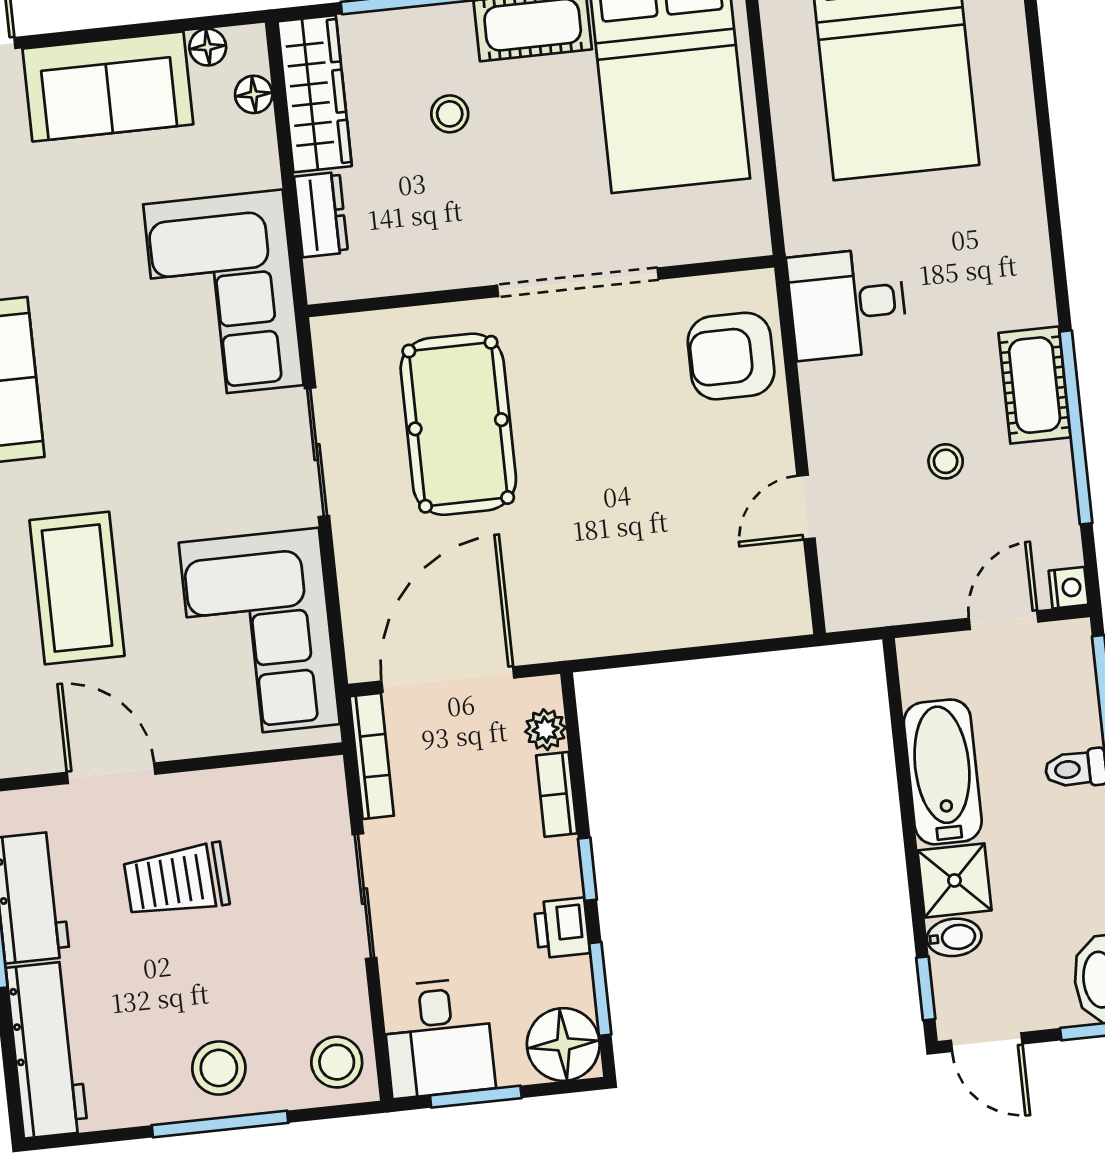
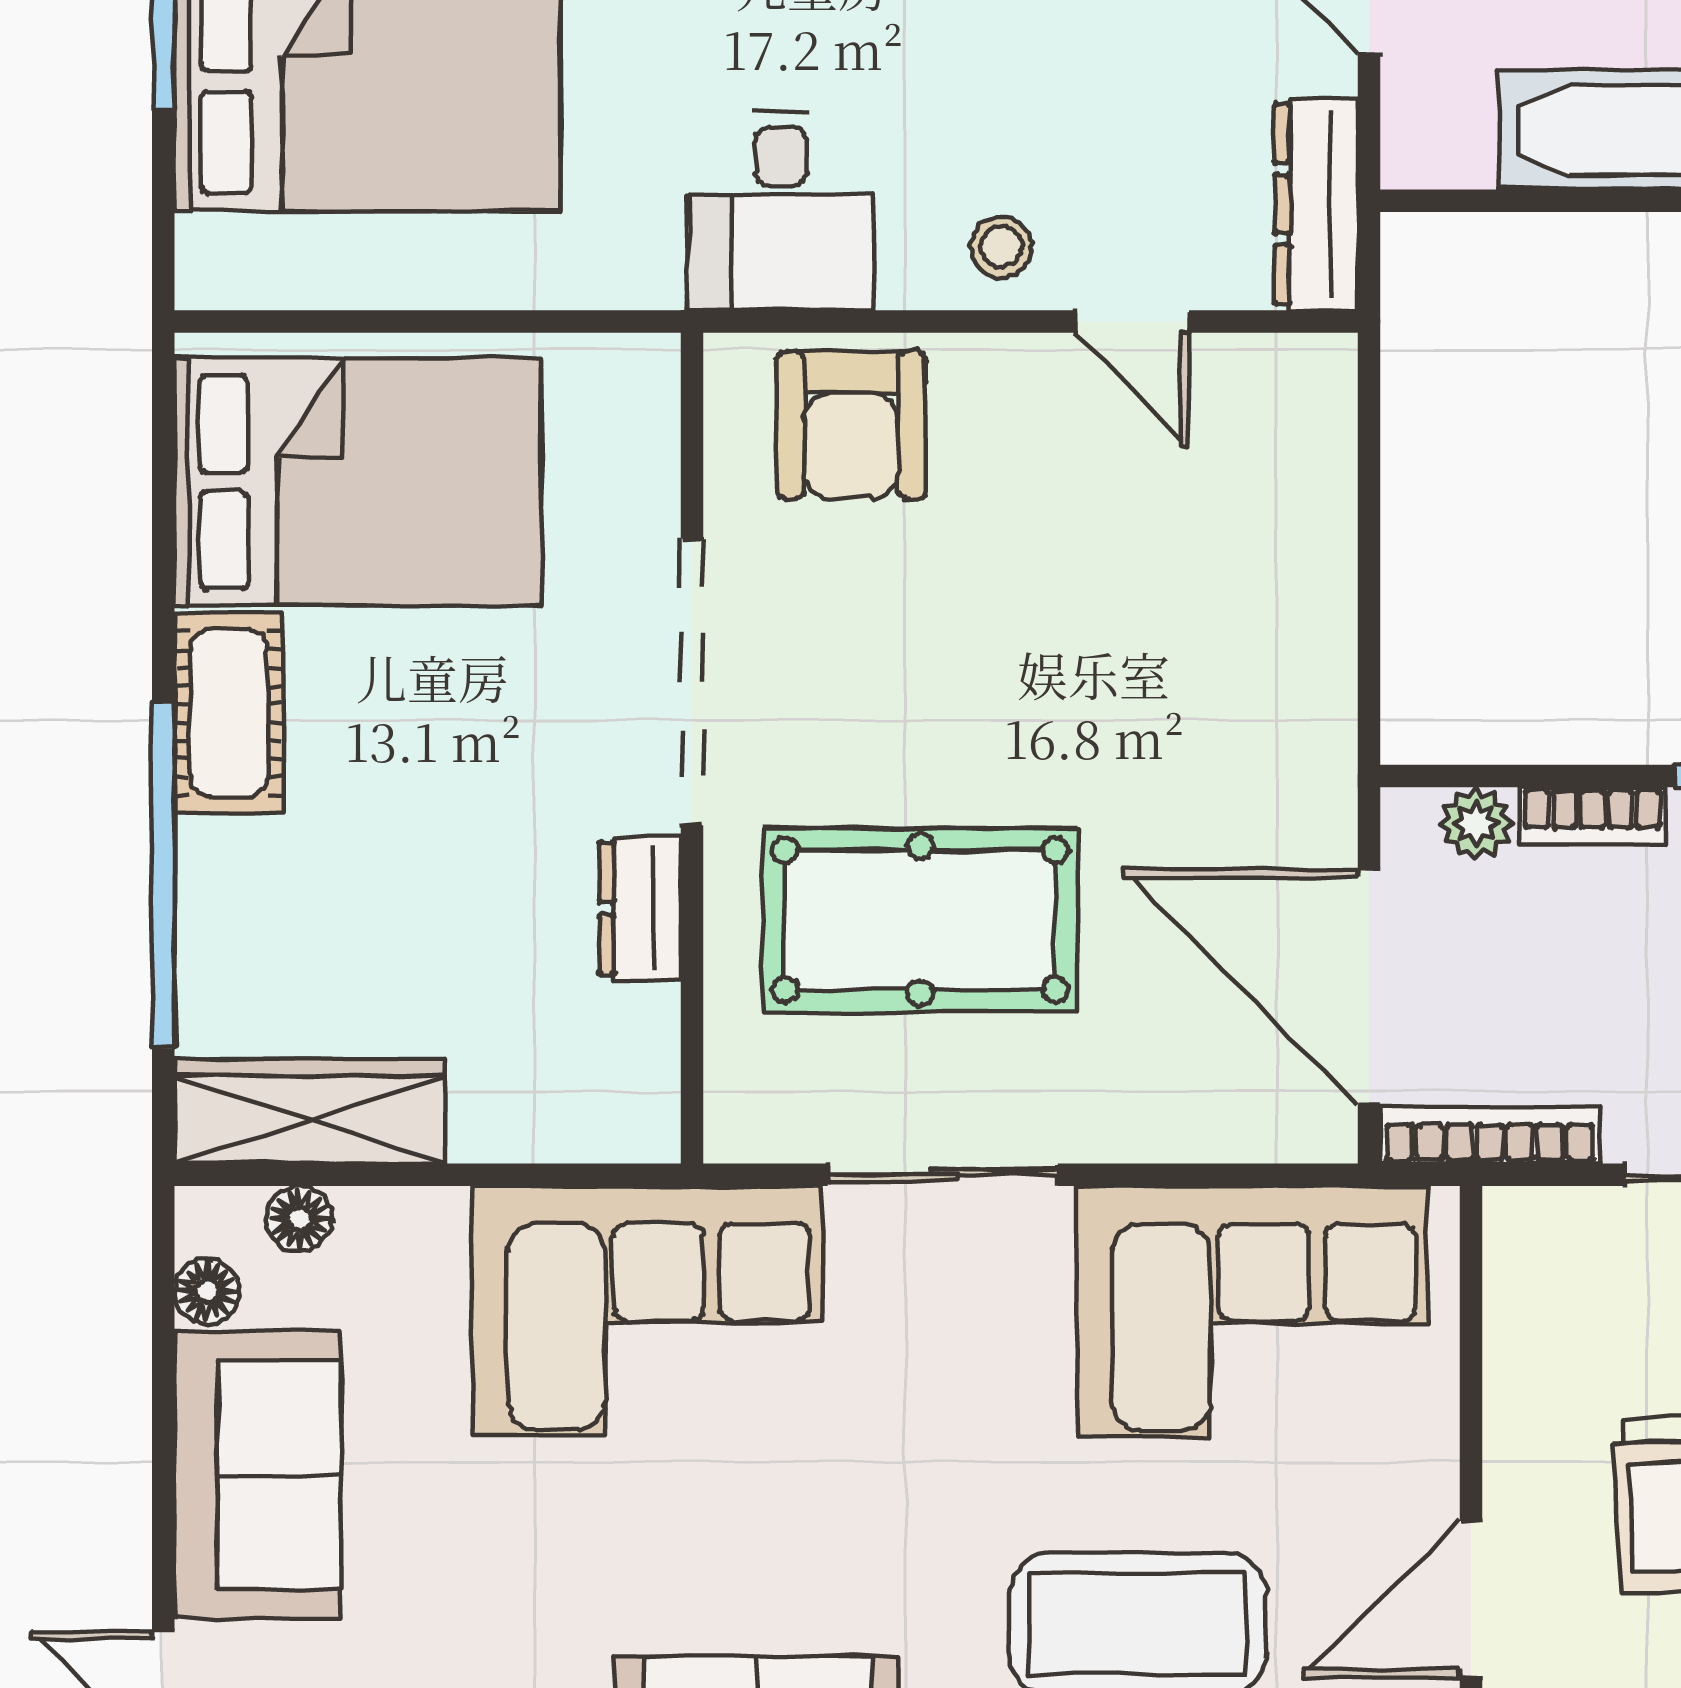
stool: (450, 114) -> (370, 876), removed
dresser: (321, 215) -> (640, 908), moved, turned -90
stool: (946, 461) -> (1001, 247), moved
dresser: (883, 603) -> (1316, 204), added

